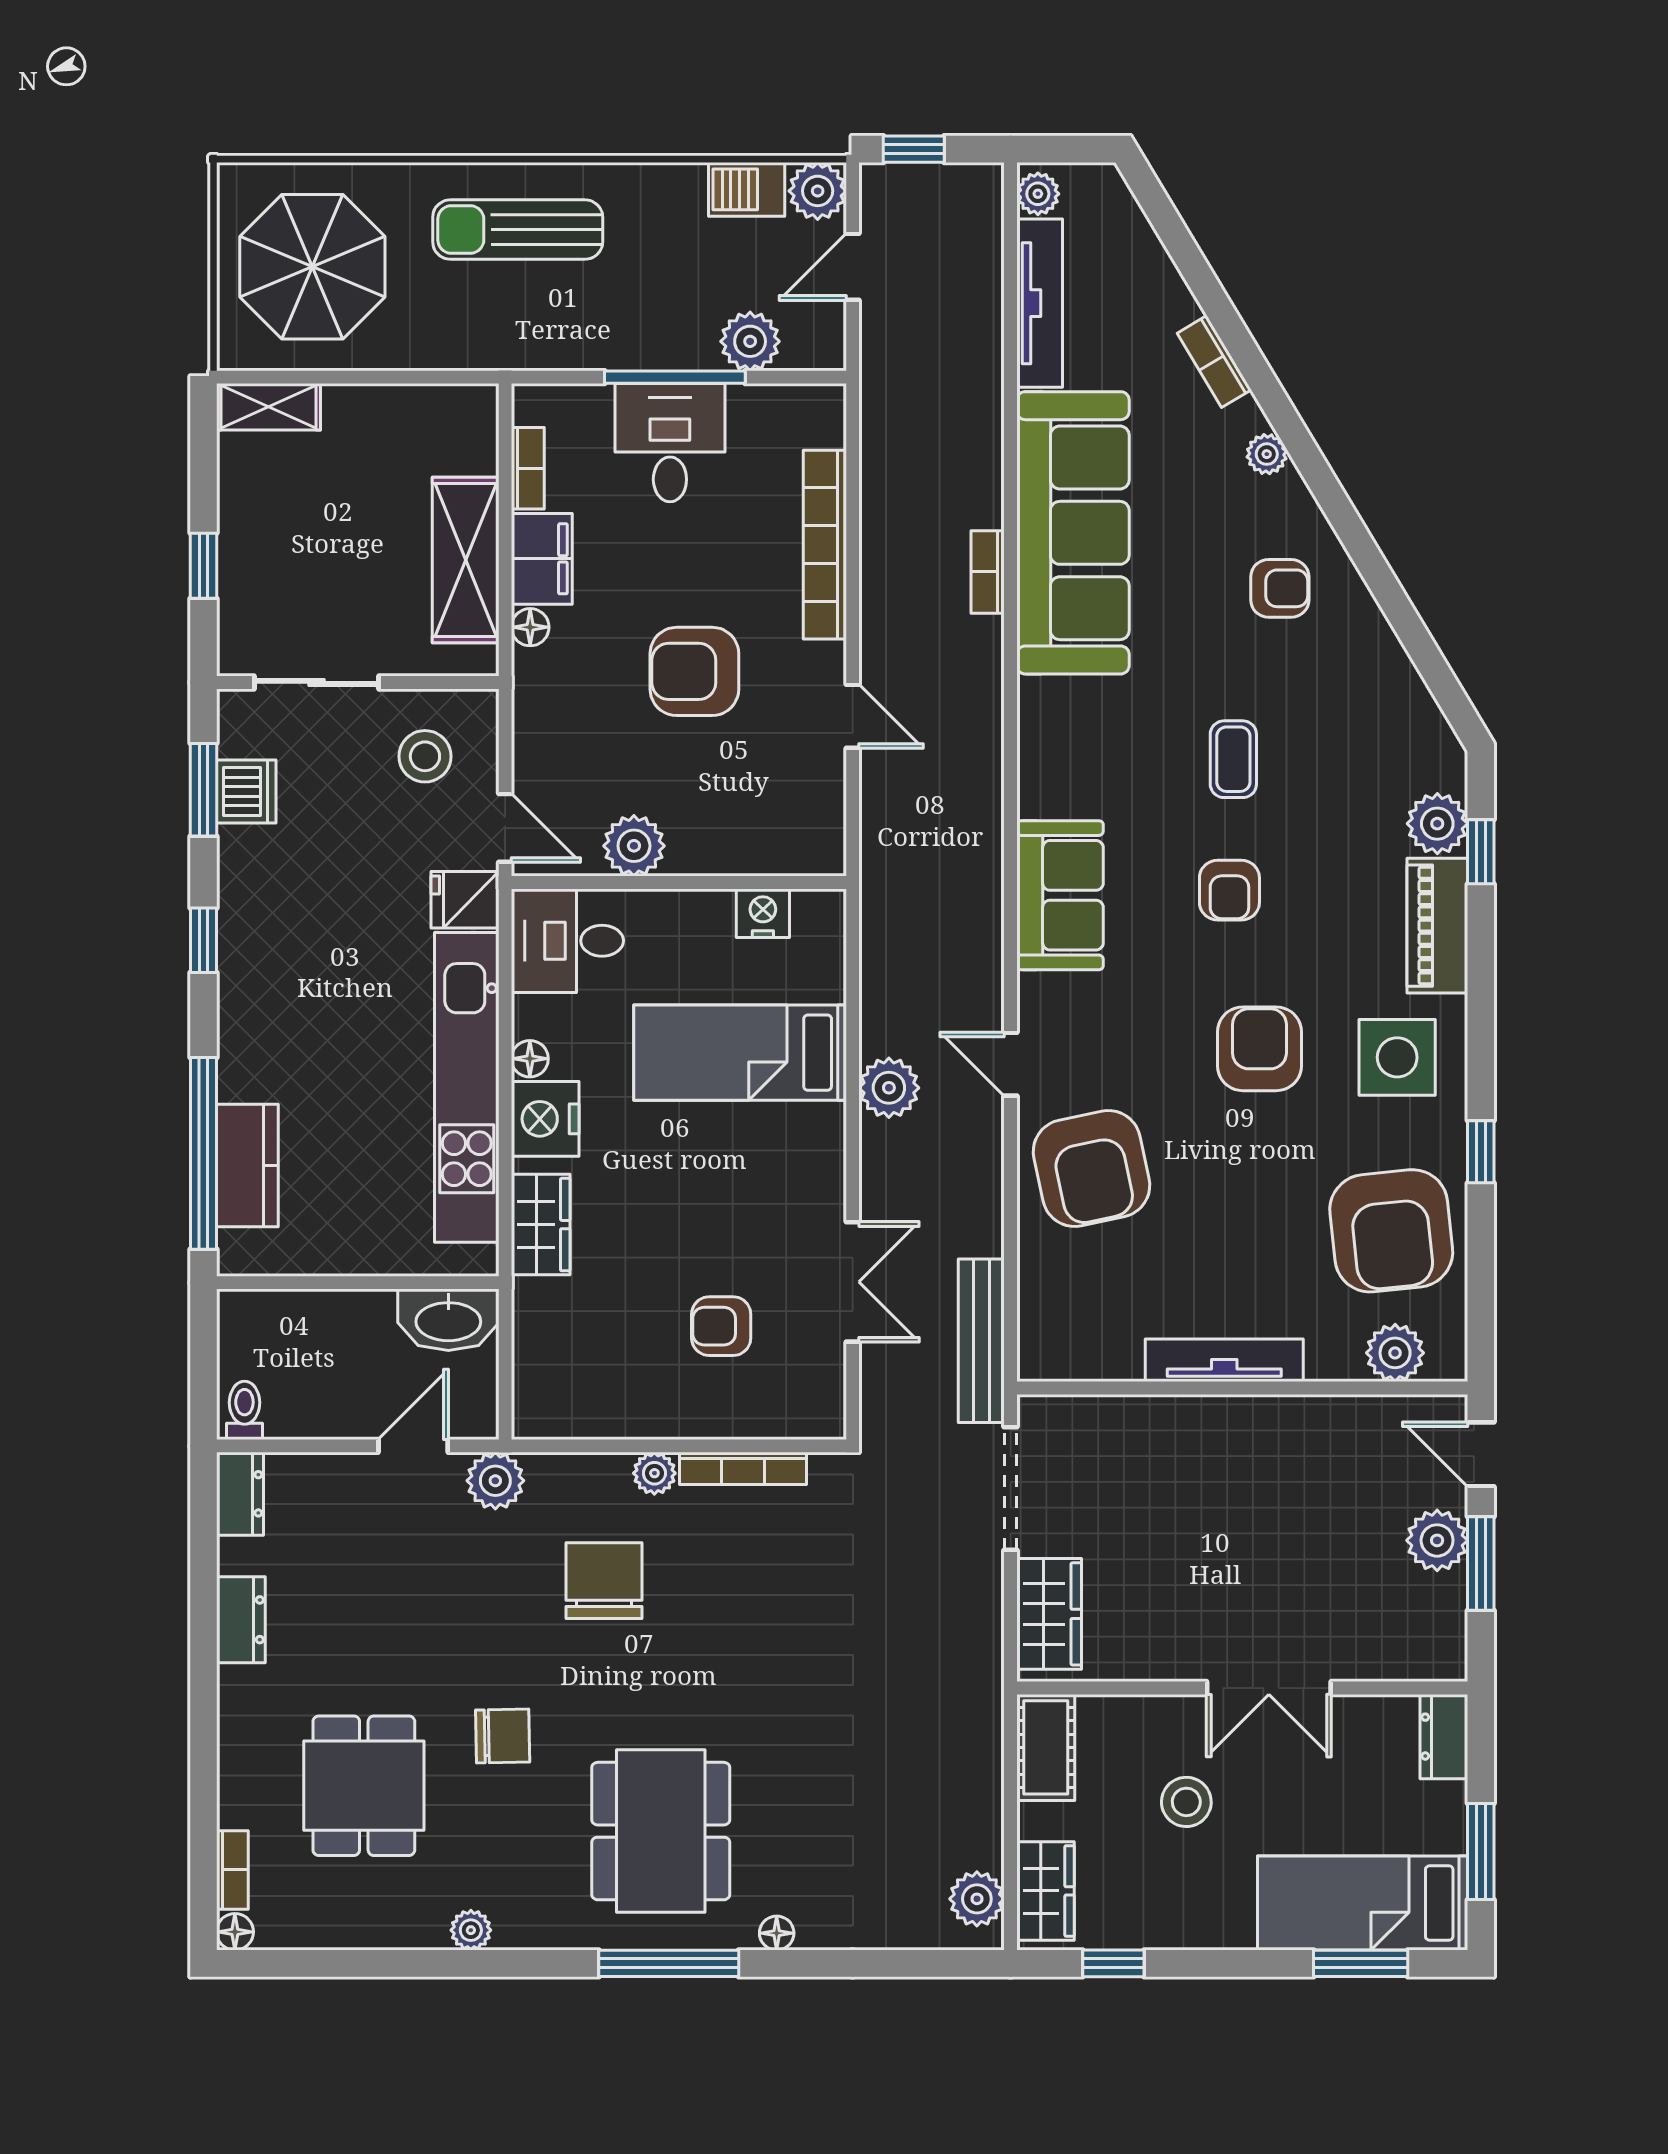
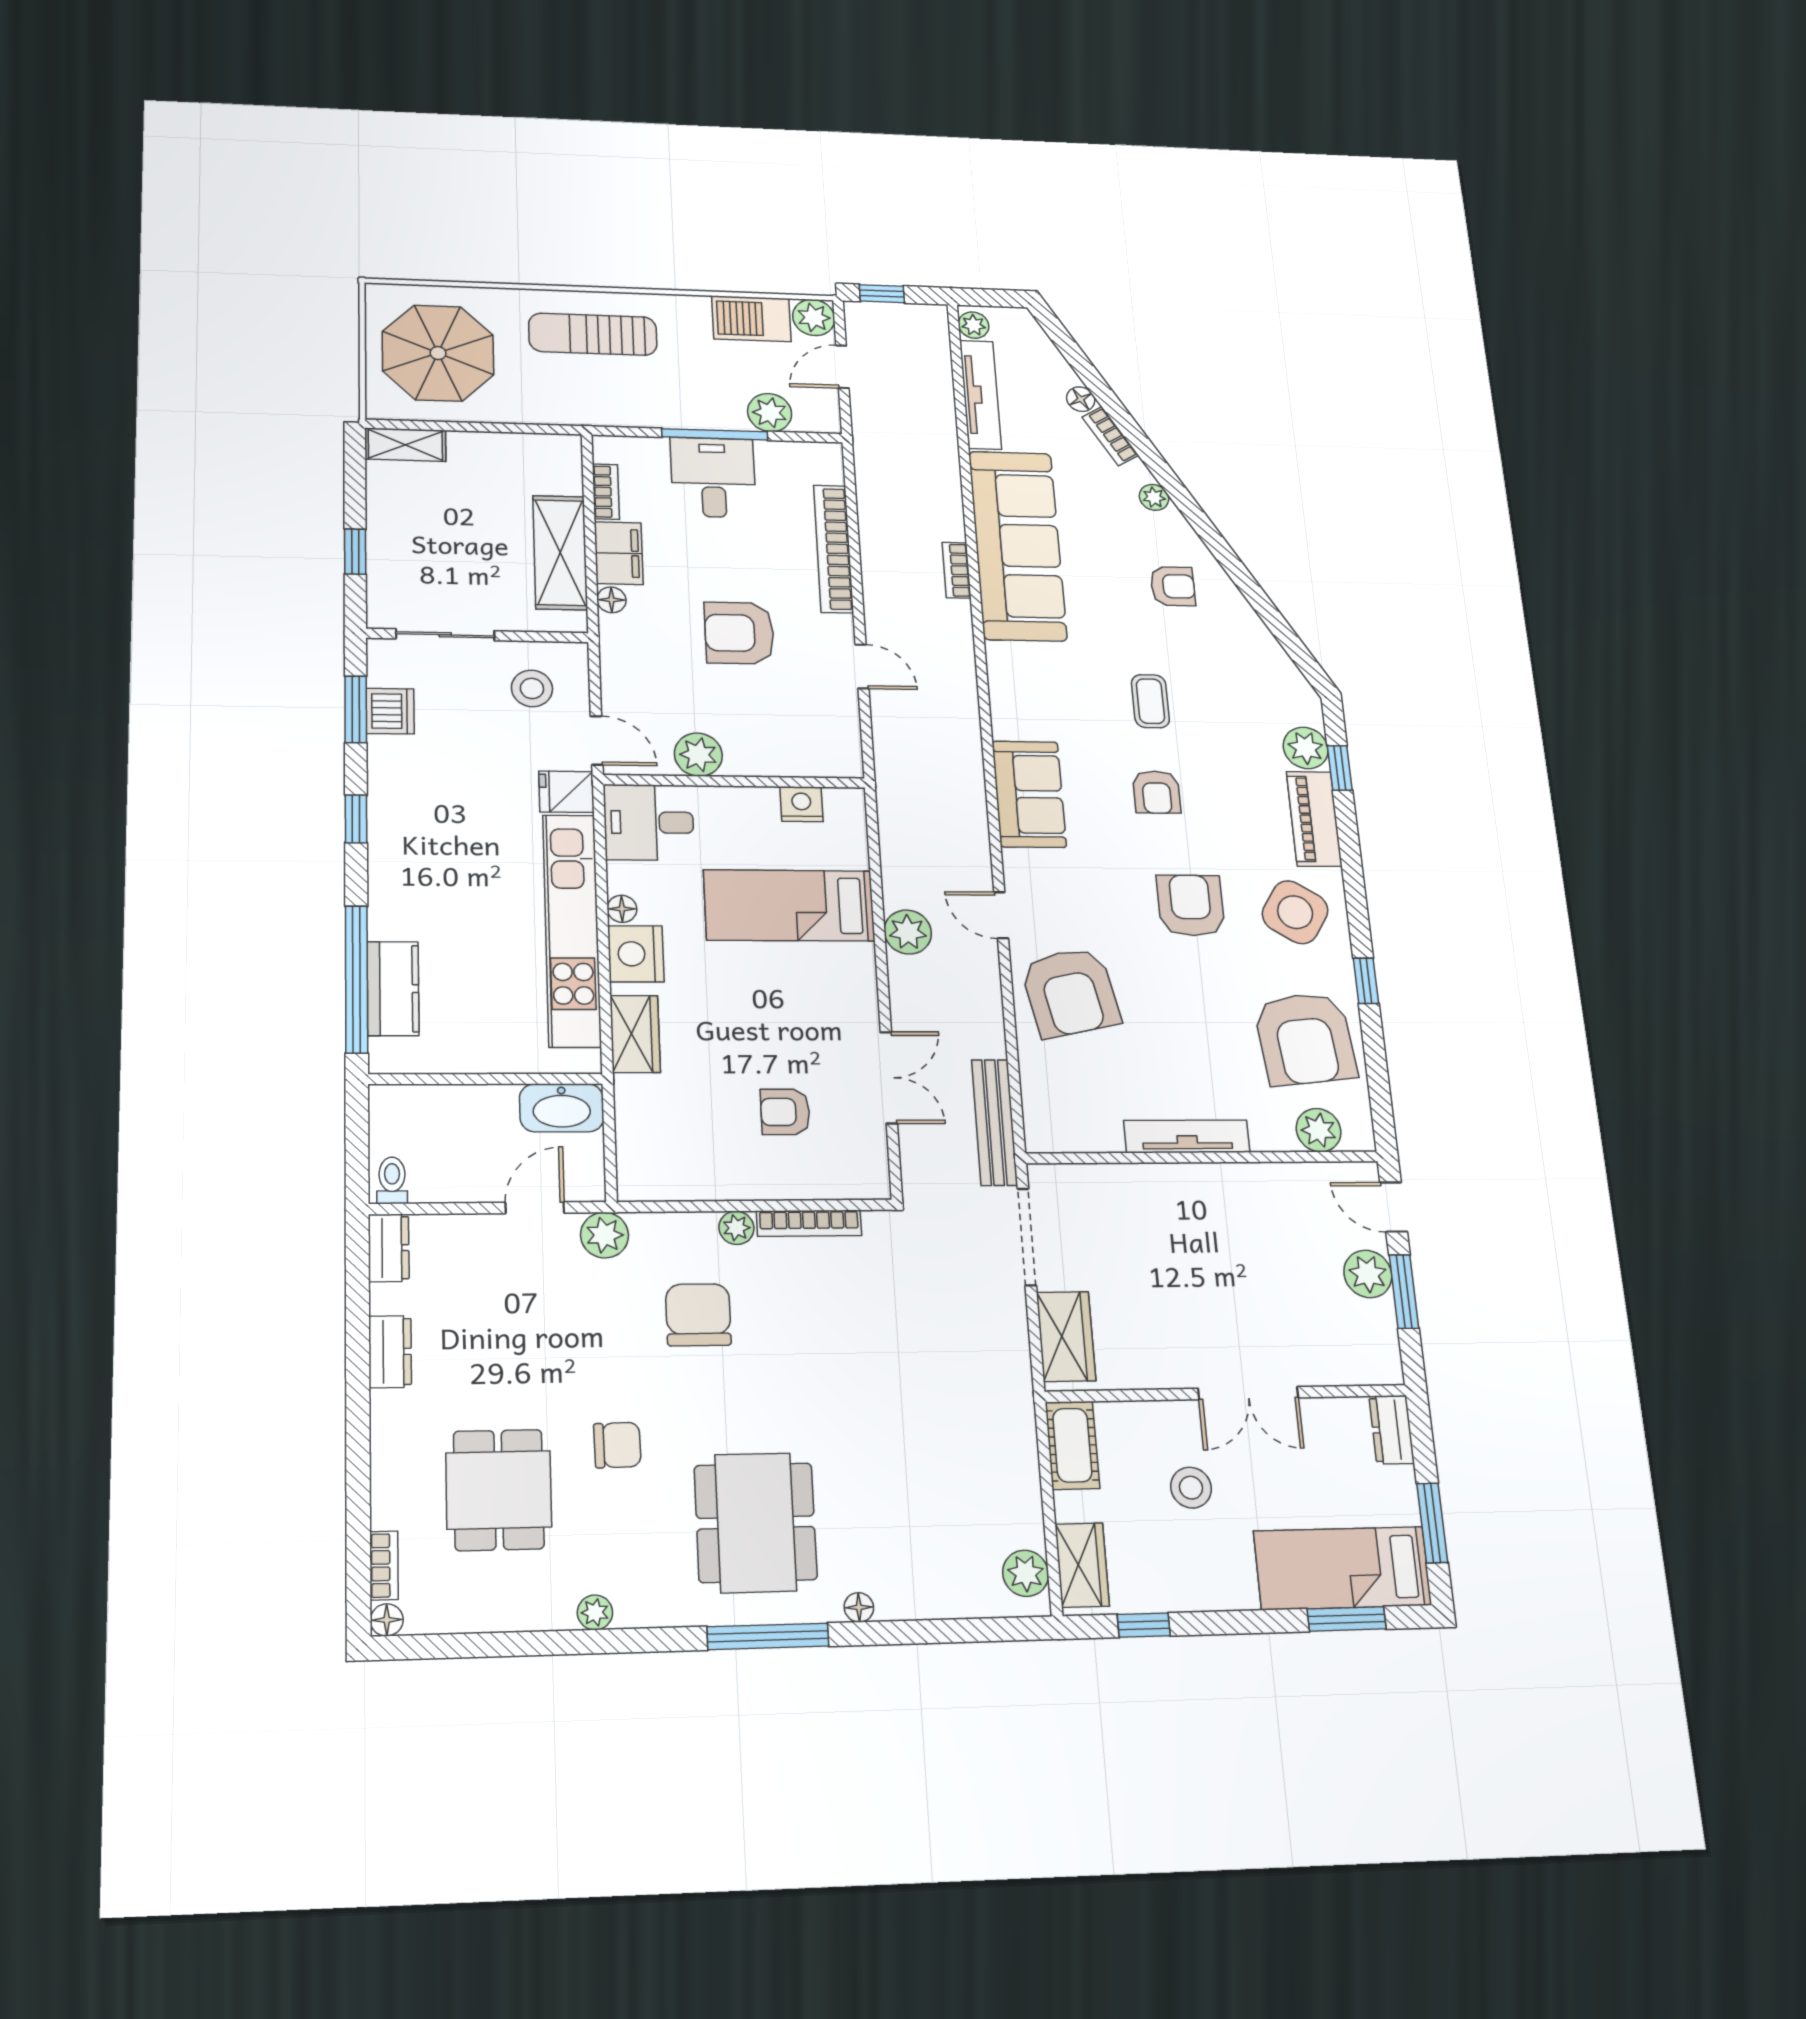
barbecue: (747, 189) -> (751, 319), width x1.38, depth x1.27
floor lamp: (1178, 305) -> (1081, 399), added
side table: (1397, 1057) -> (1295, 912), turned 32

